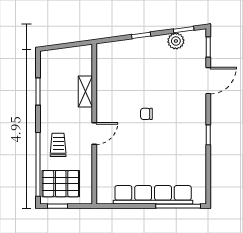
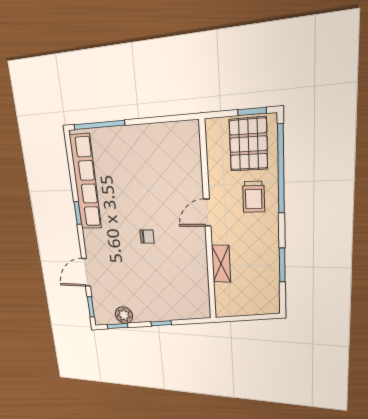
pallet: (61, 184) -> (248, 144), turned 90
row of seats: (153, 195) -> (85, 182), moved, turned -90

